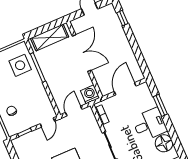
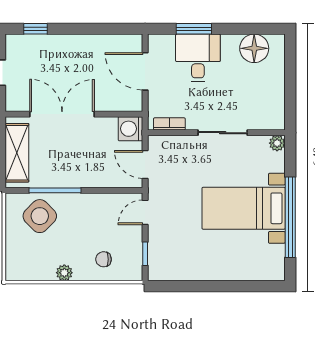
side table: (20, 65) -> (40, 216), turned 45
door: (47, 122) -> (145, 212), swing flipped
desk: (150, 124) -> (198, 58), moved

